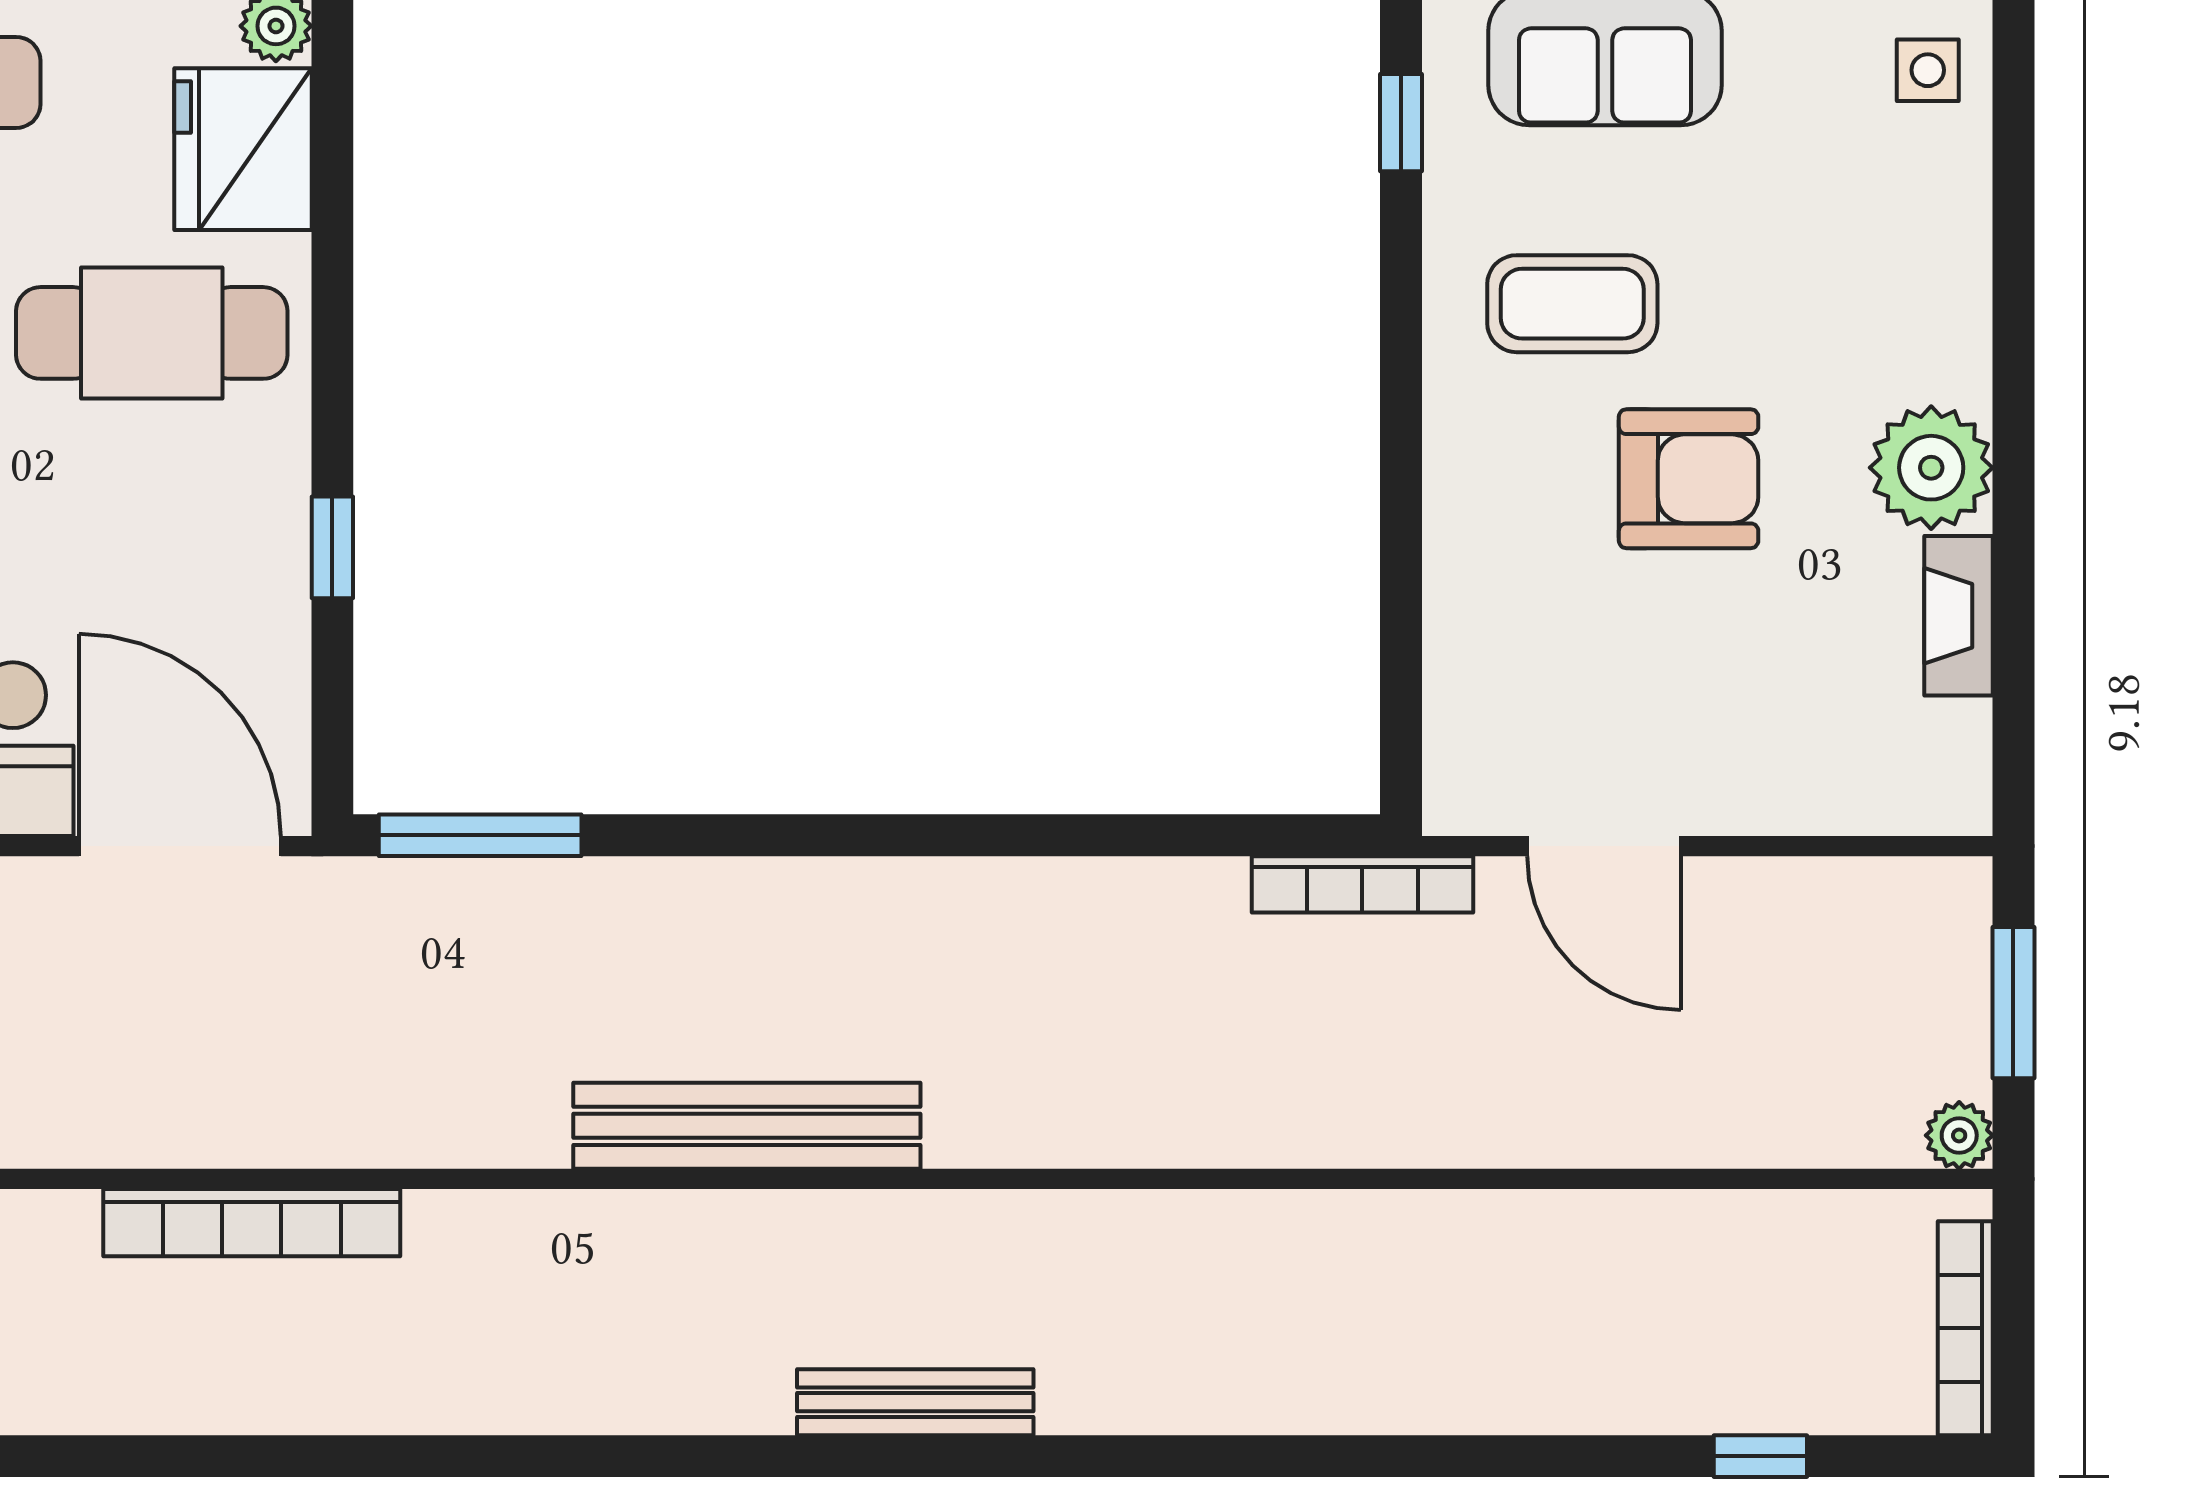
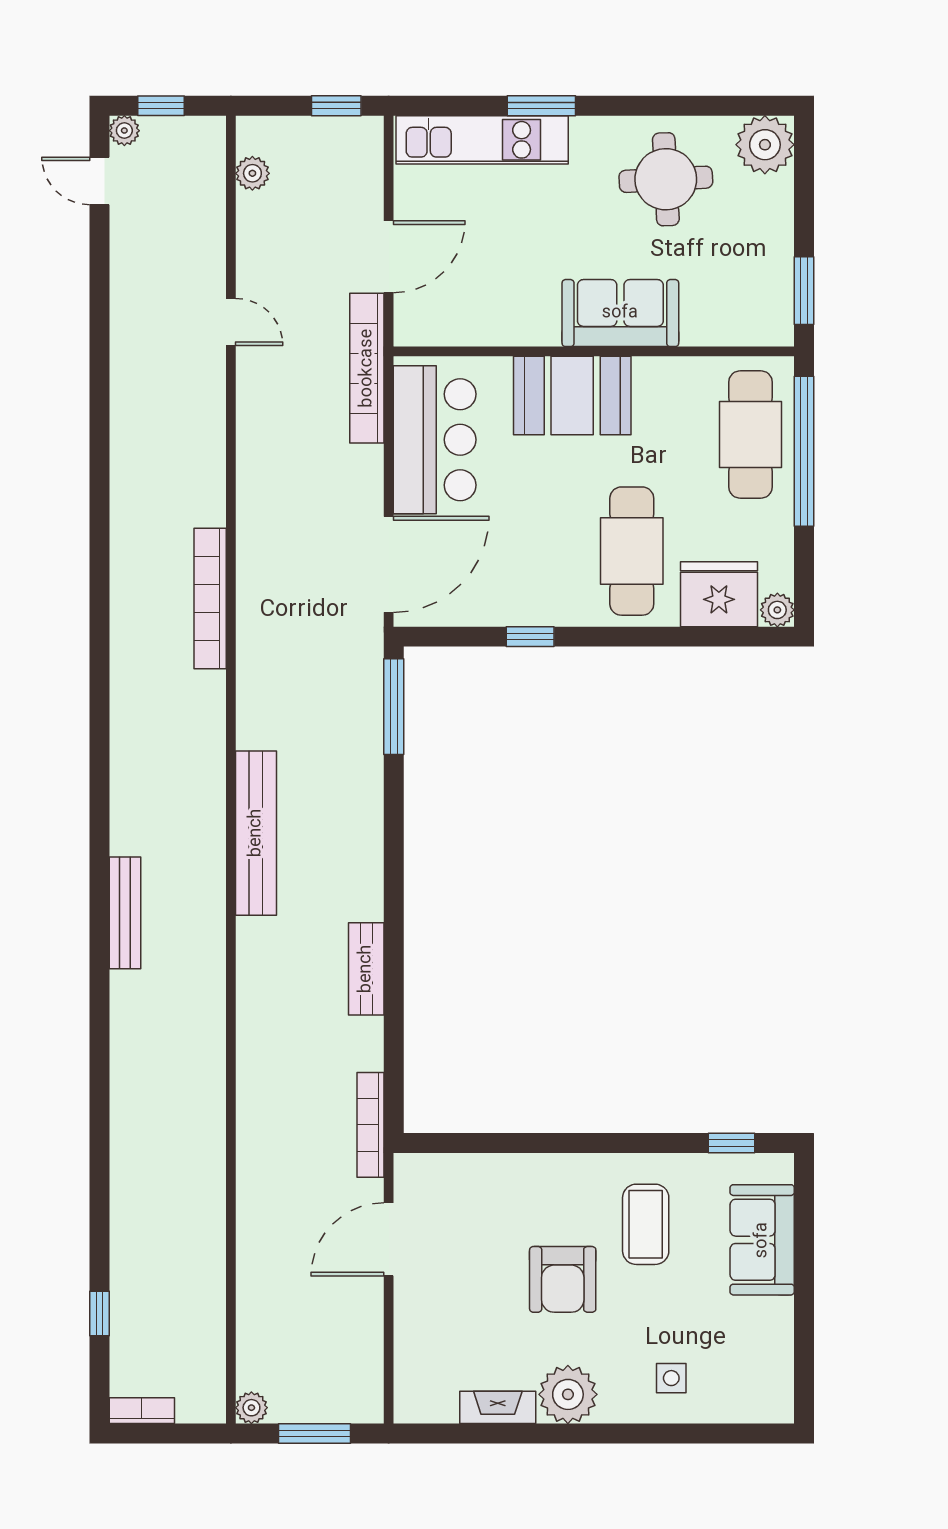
side table: (1928, 70) -> (671, 1378), moved
bench: (1033, 893) -> (366, 969), added
bookcase: (1965, 1328) -> (142, 1411), width x0.64

